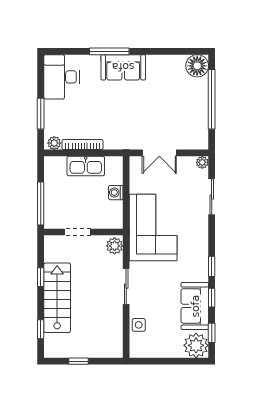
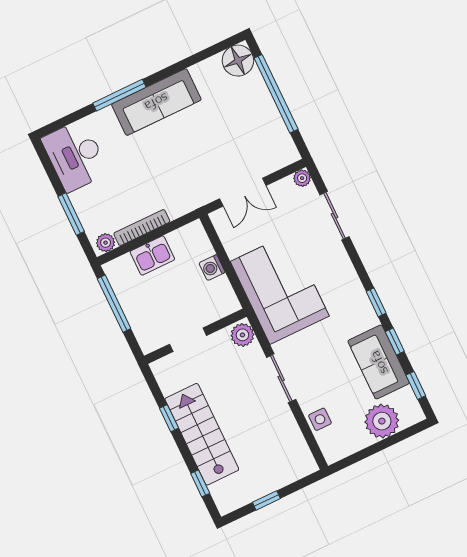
sofa: (123, 67) -> (156, 102), width x1.36
kitchen sink: (86, 166) -> (152, 255), width x0.73
window: (41, 203) -> (114, 304), moved
plant: (196, 345) -> (382, 421), moved

